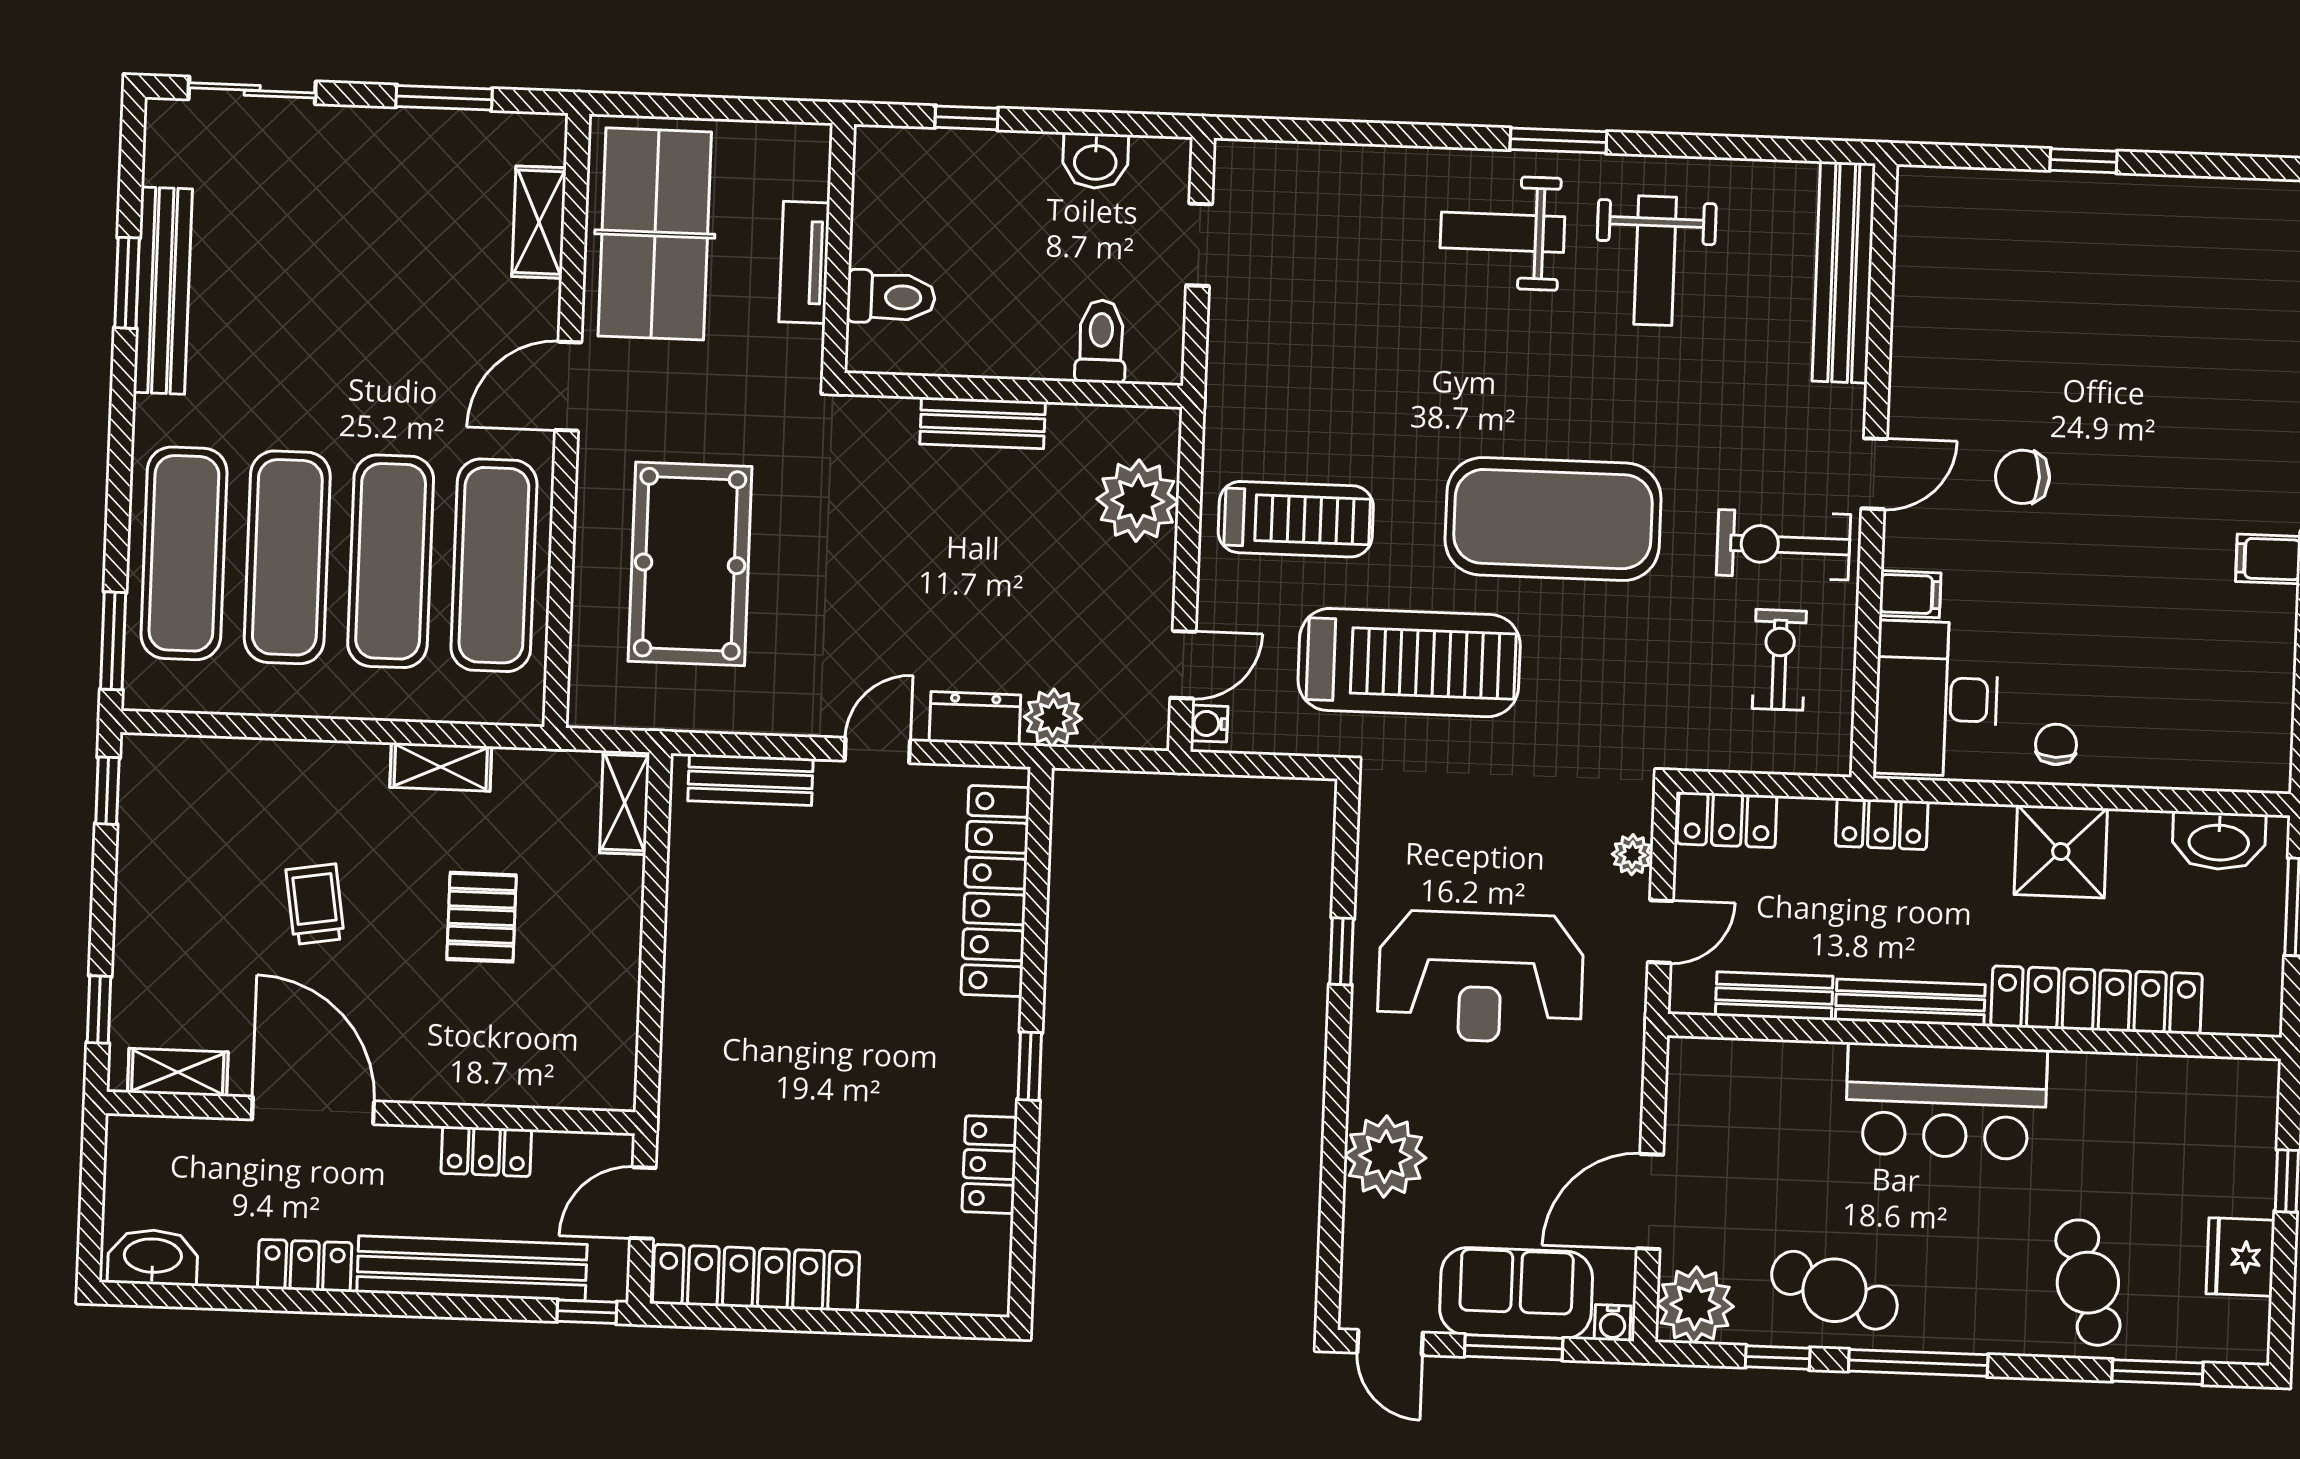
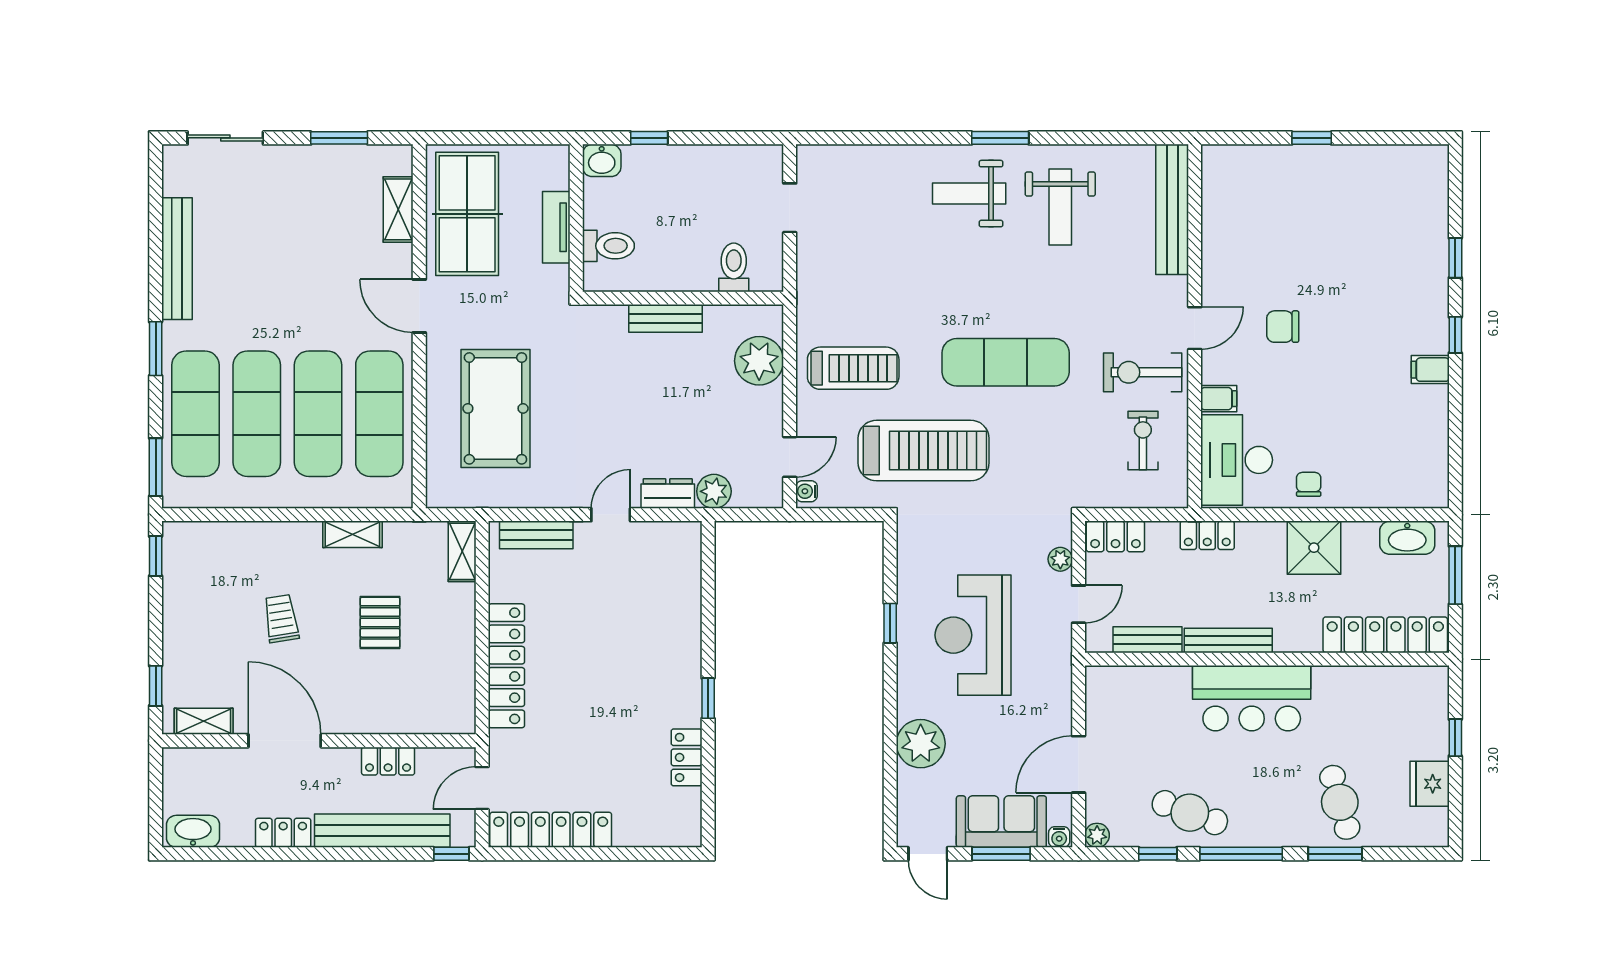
washbasin: (1095, 161) -> (602, 160), moved
window: (127, 283) -> (156, 349), moved
door: (568, 386) -> (419, 306), hinge flipped
exercise mat: (1553, 519) -> (1006, 362), width x0.68
locker: (995, 891) -> (506, 666), moved, turned 180
reception desk: (1481, 977) -> (973, 635), turned 90
locker: (2096, 1000) -> (1385, 635), moved
plant: (1695, 1305) -> (1097, 835), width x0.53, depth x0.53
window: (2158, 1372) -> (1335, 854), moved

